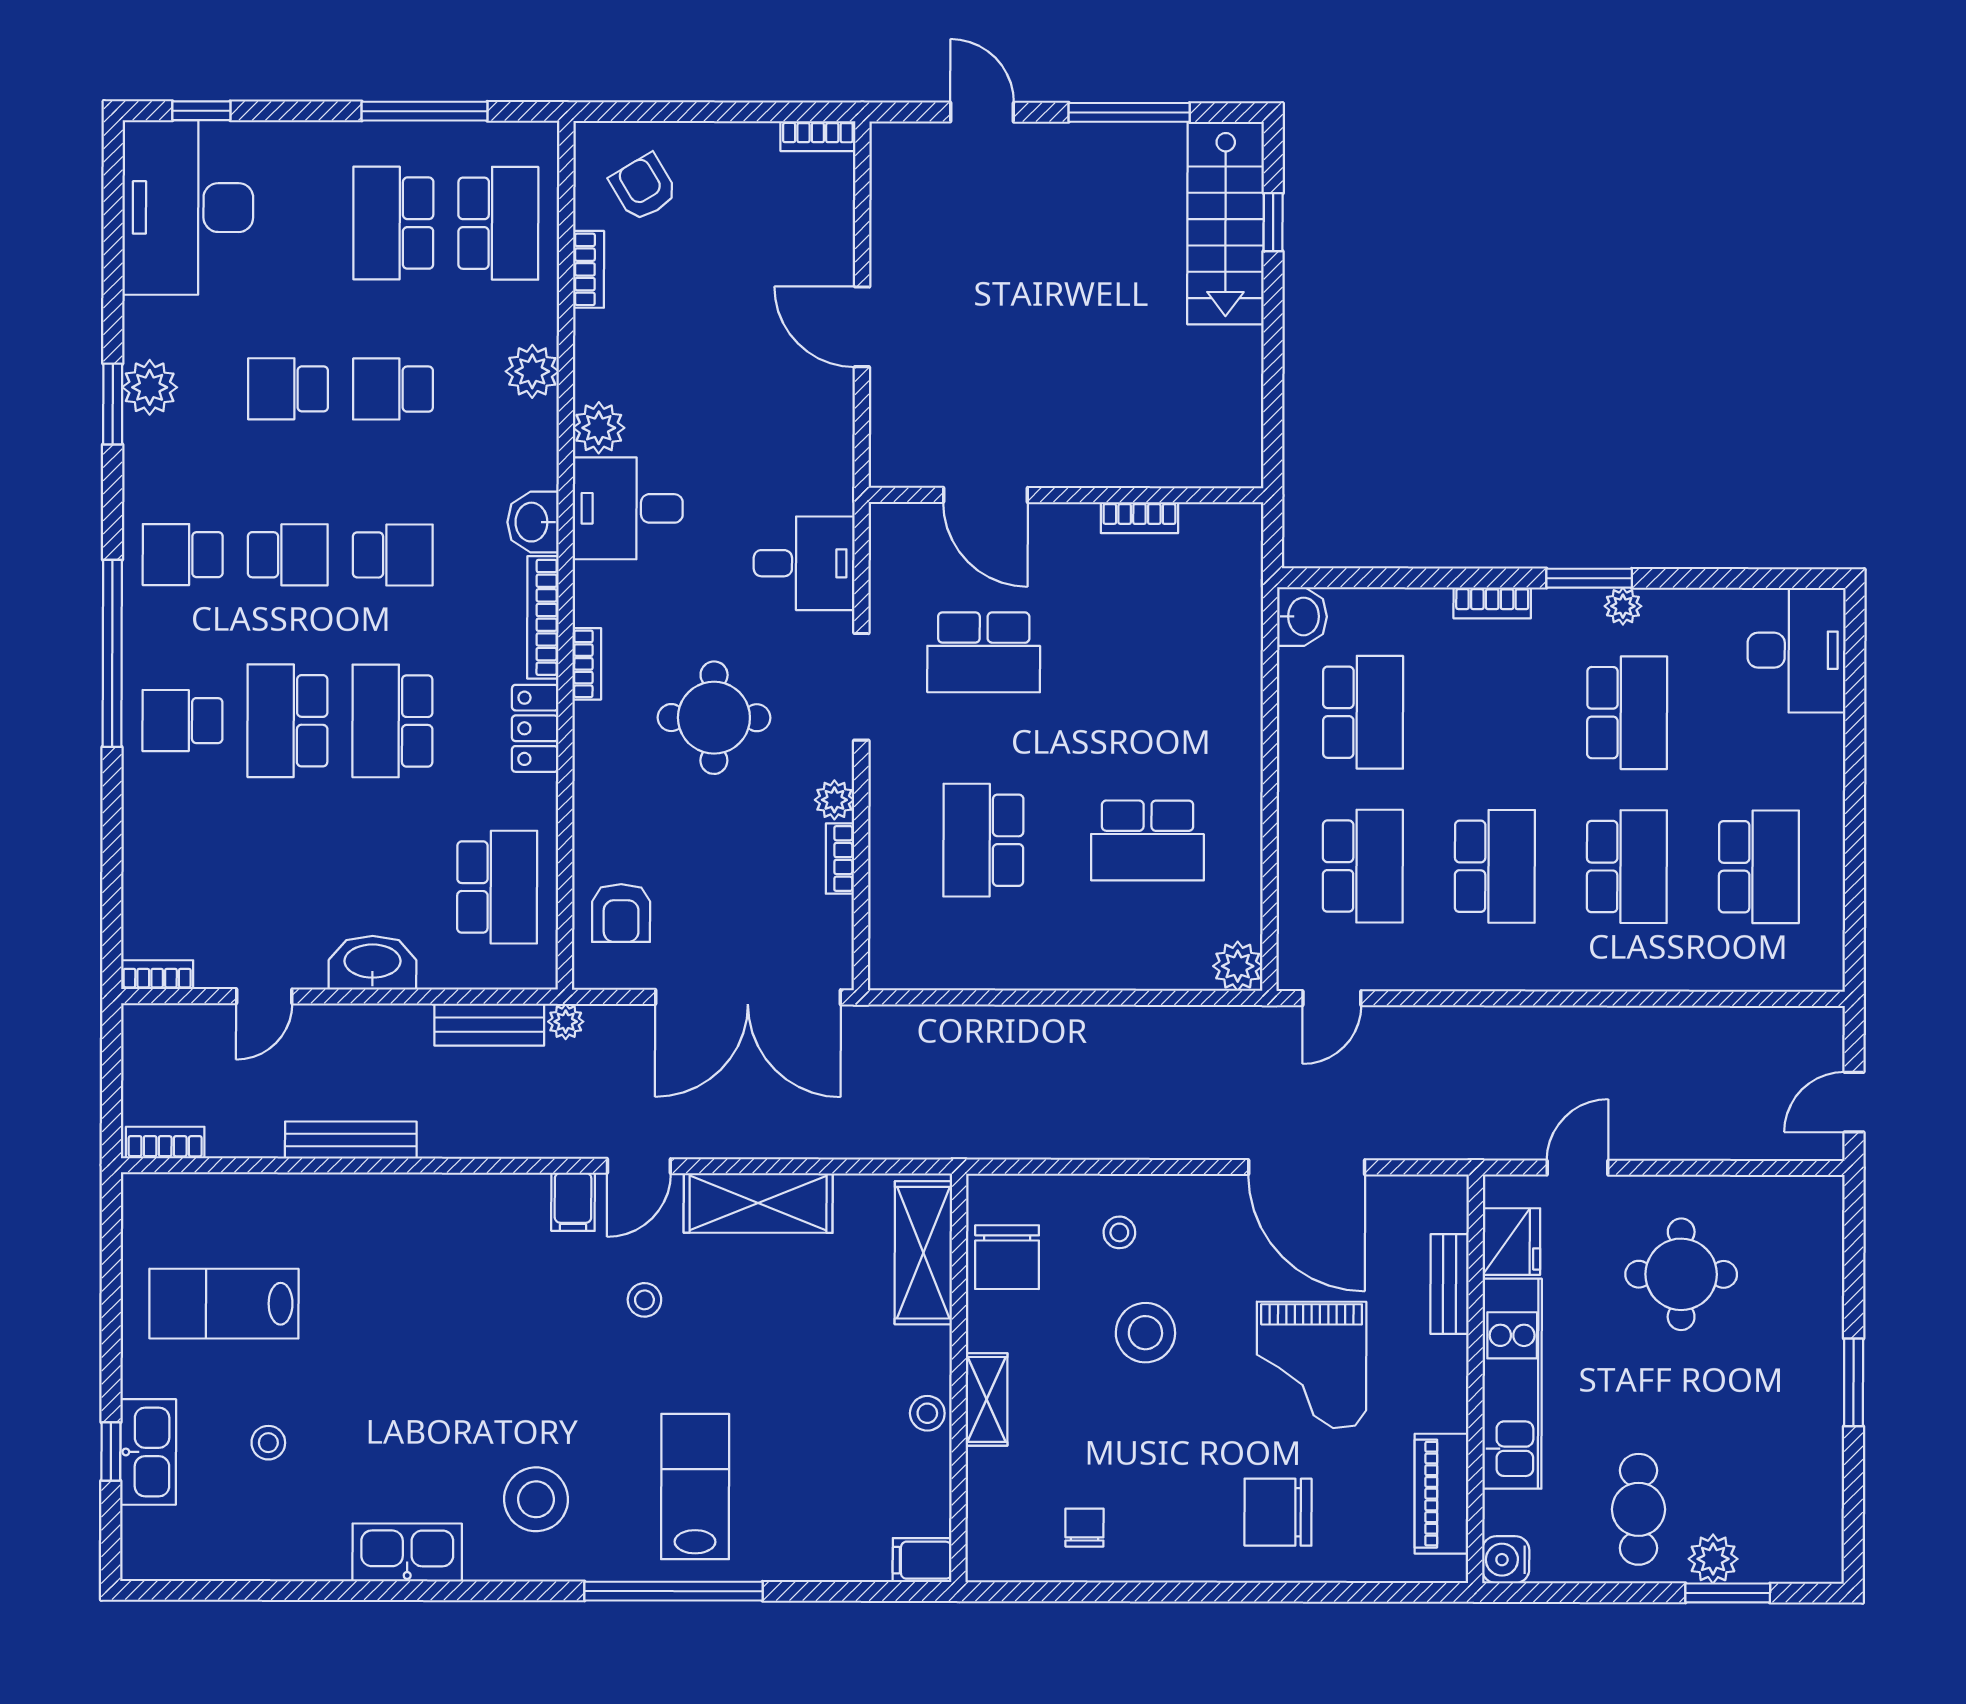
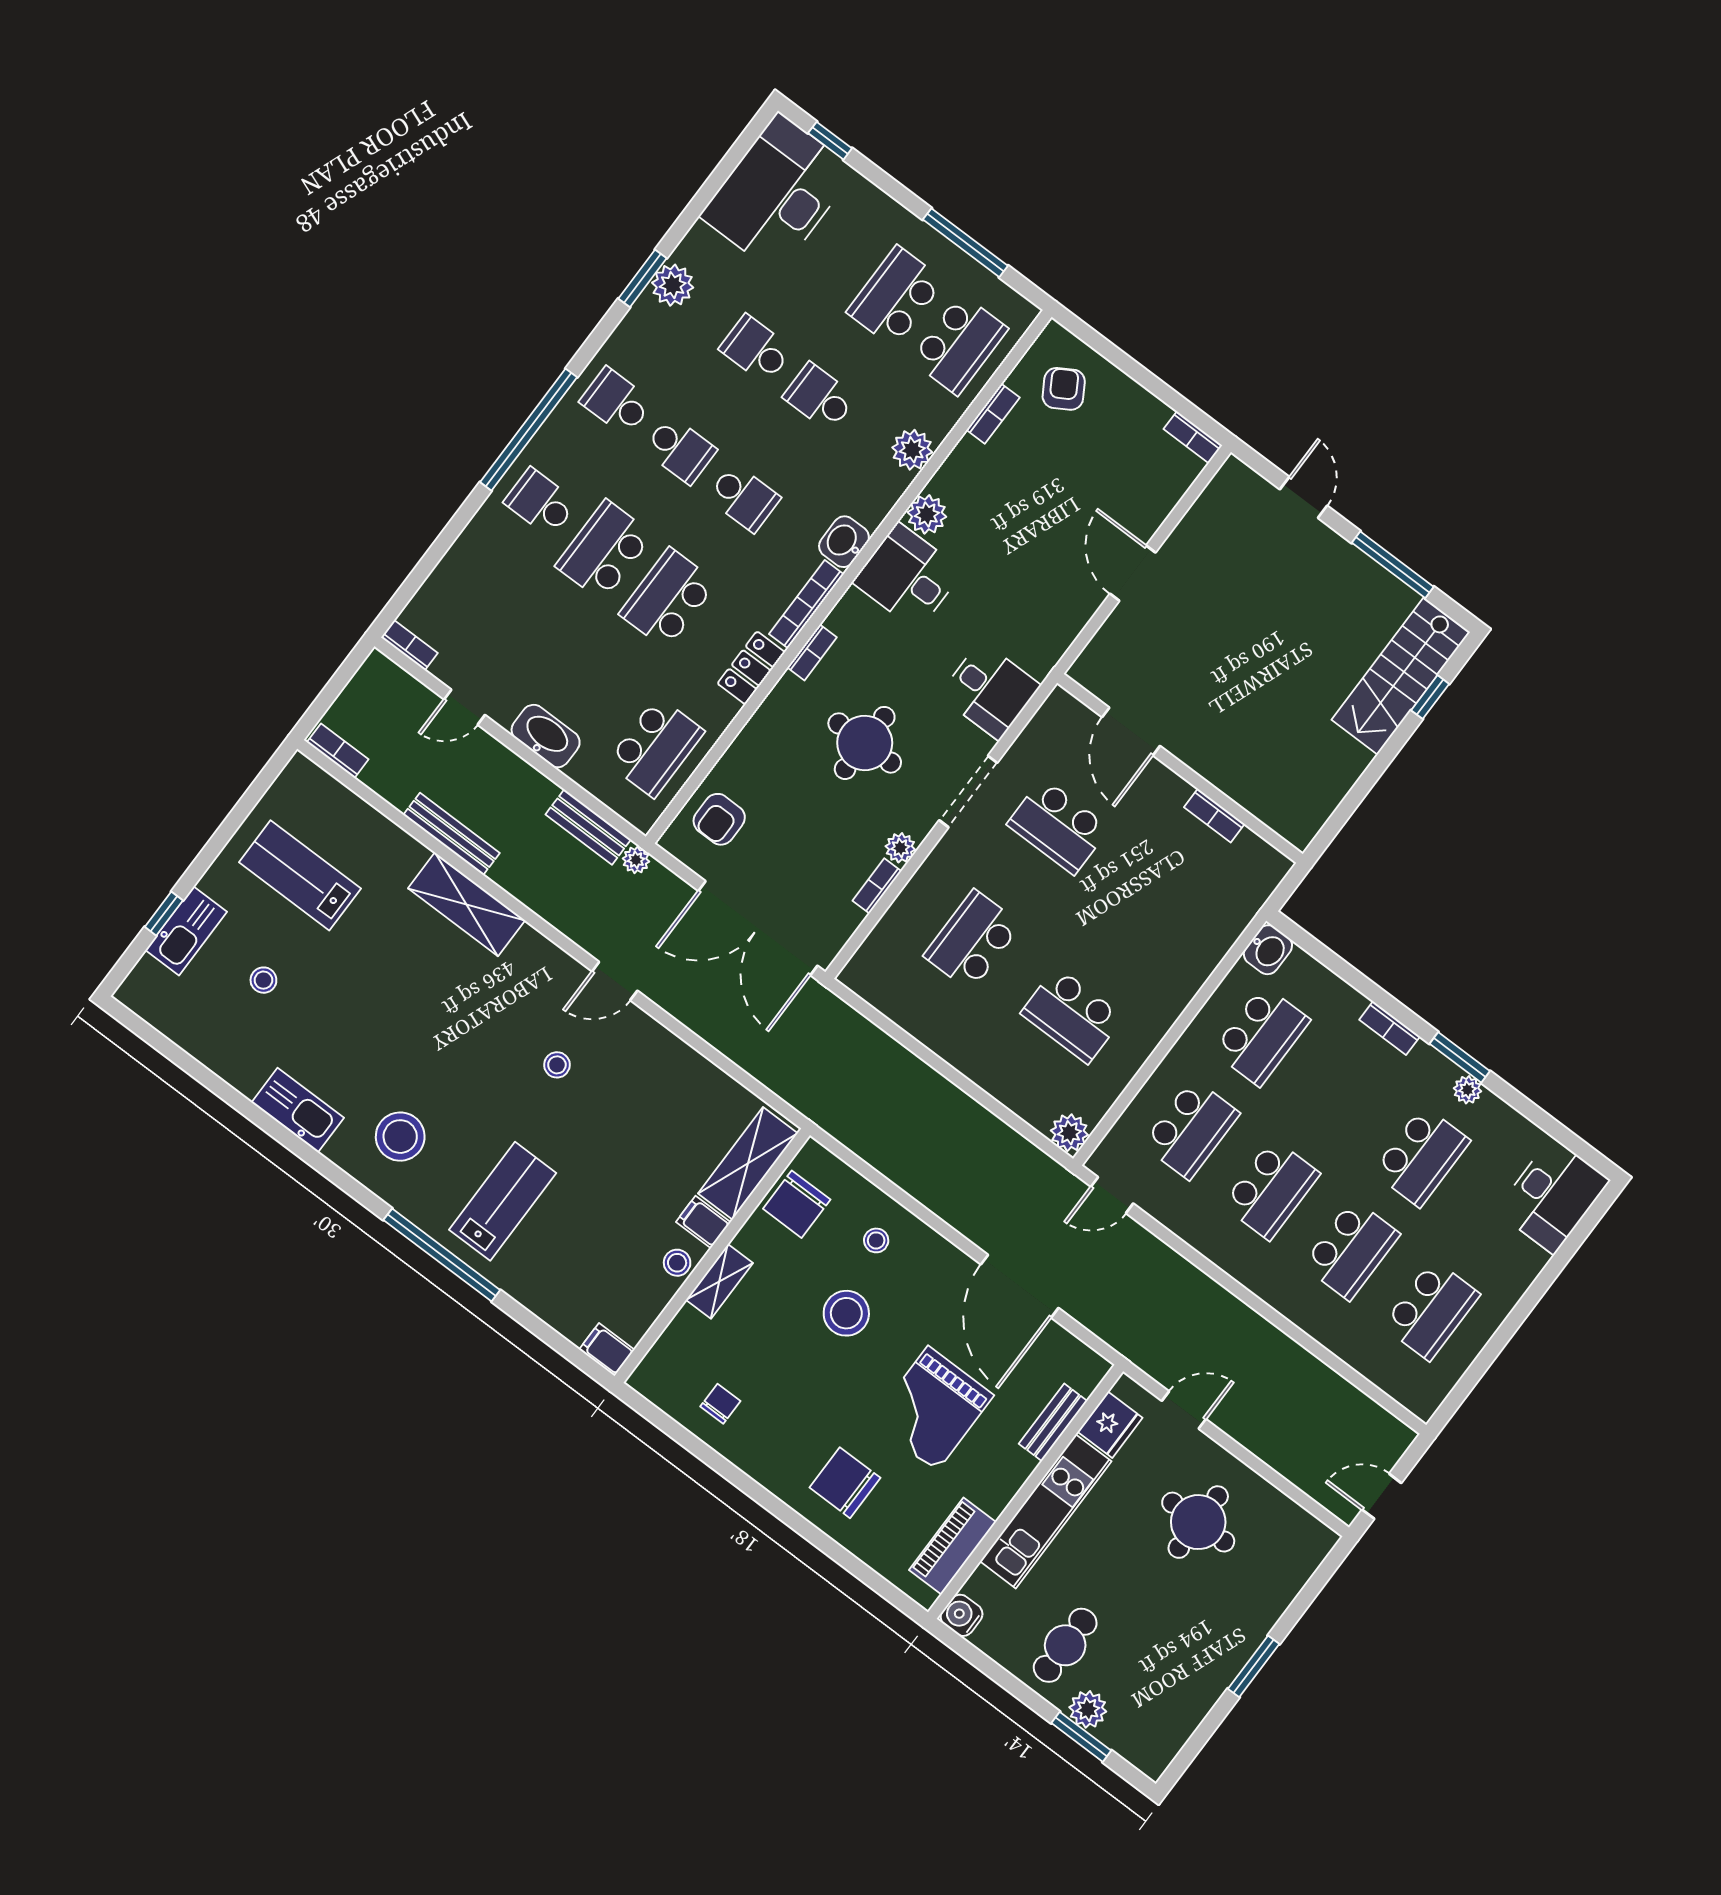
filing cabinet: (573, 1202) -> (703, 1222), moved, turned 90
shelving: (758, 1203) -> (466, 904), moved

